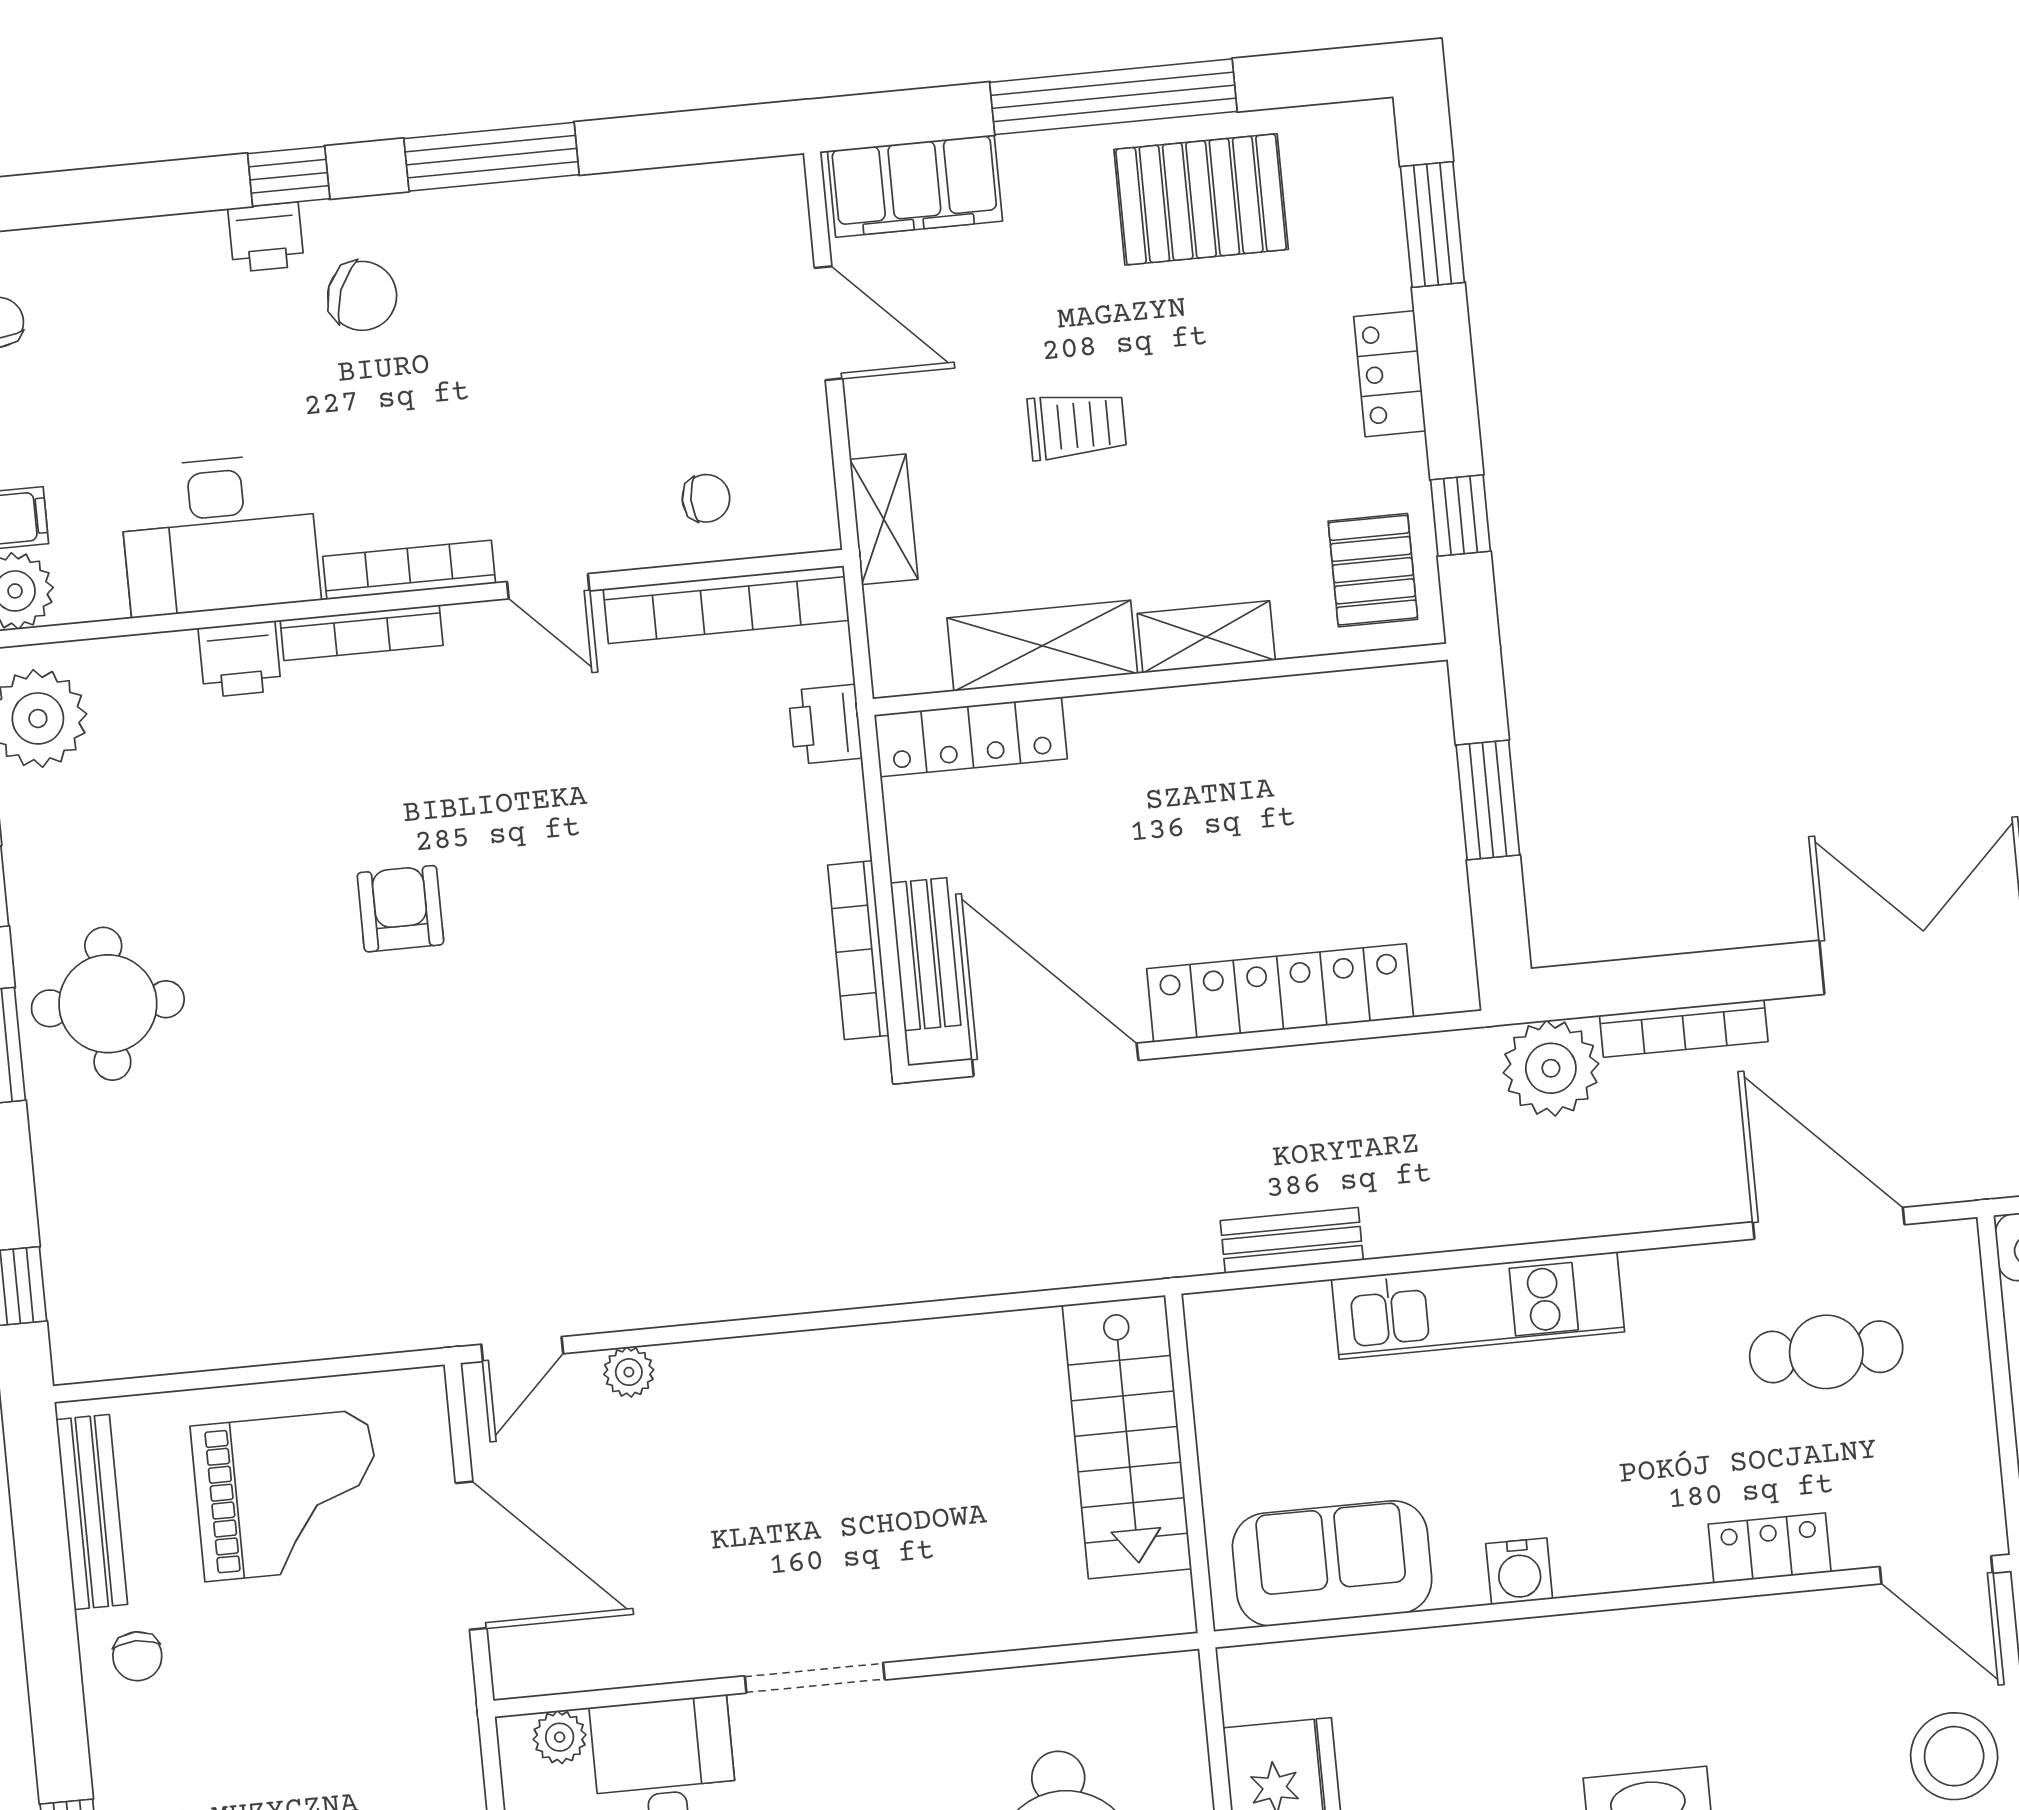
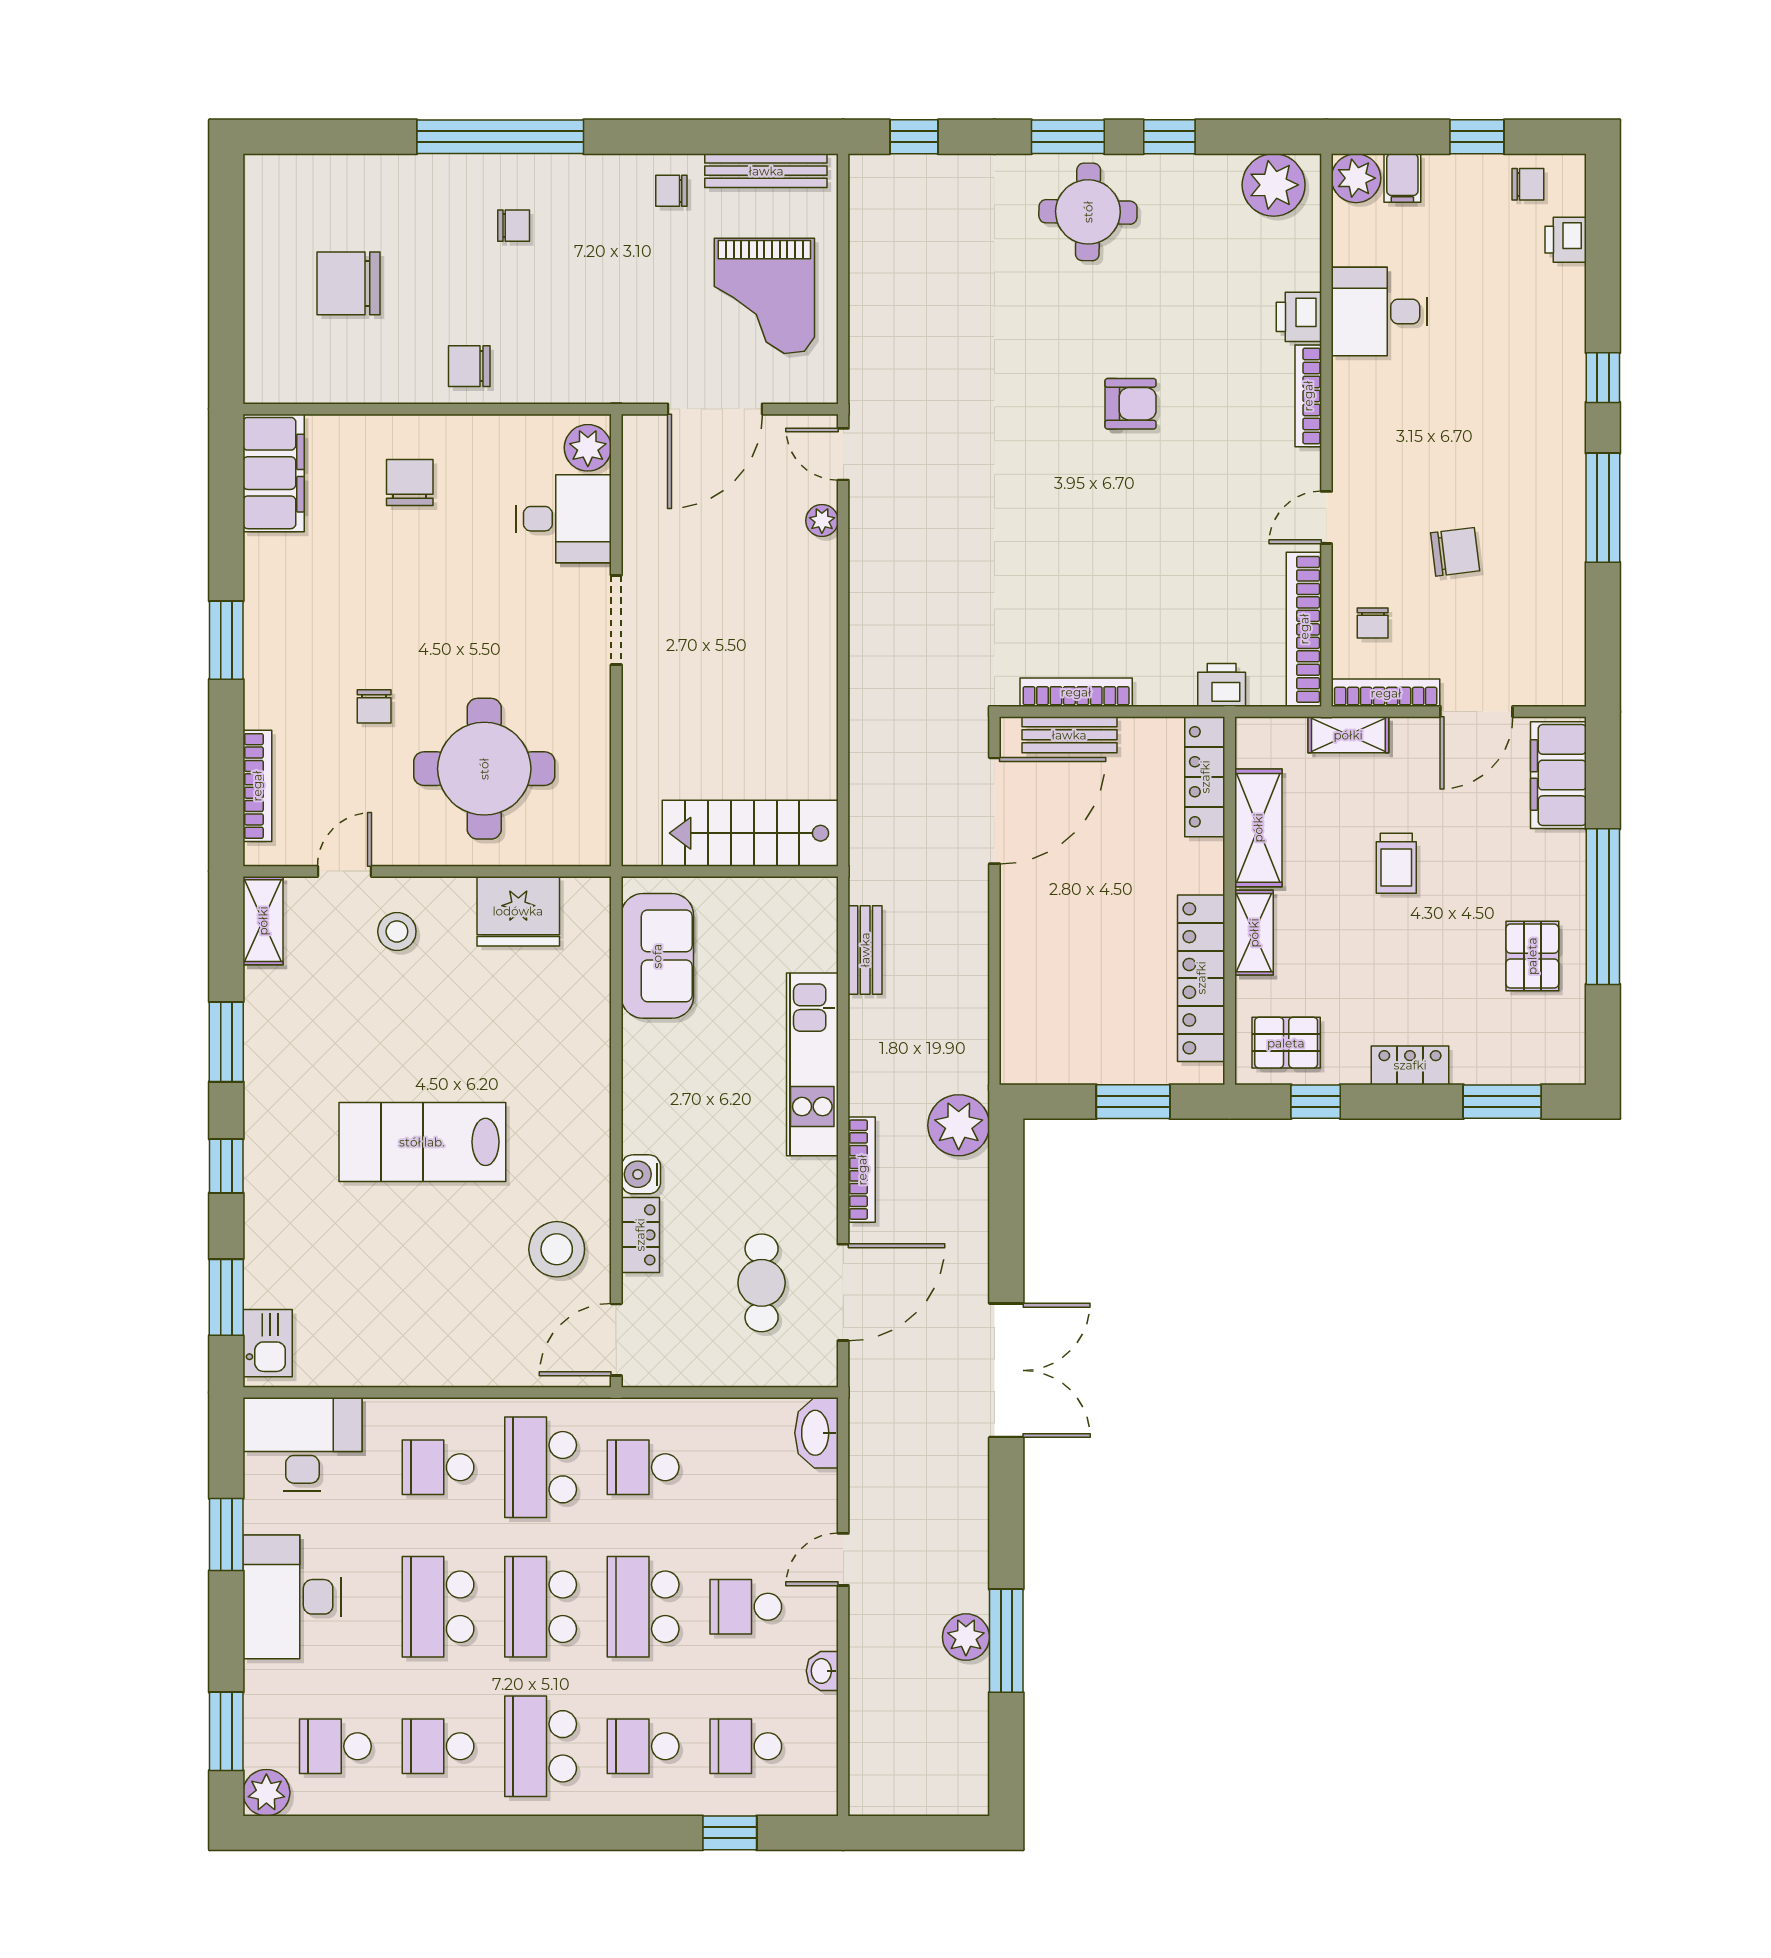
pallet: (1201, 199) -> (1532, 956), width x0.67, depth x0.71
printer: (266, 237) -> (1566, 240), moved
chair: (362, 296) -> (1455, 552), moved, turned -118
desk: (219, 535) -> (1379, 312), width x0.73
bookcase: (409, 570) -> (1386, 693), moved, turned -90
locker: (1280, 993) -> (1201, 978), moved, turned 180
bookcase: (1684, 1028) -> (862, 1170), moved, turned 180
water cooler: (1519, 1571) -> (641, 1174), moved
plant: (560, 1737) -> (588, 448), width x1.38, depth x1.38
stool: (1954, 1756) -> (557, 1249), moved

